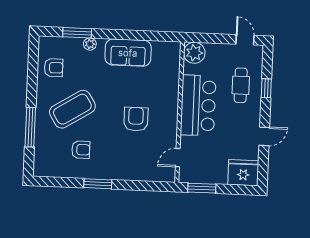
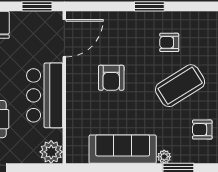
sofa: (128, 53) -> (123, 149), width x1.36
door: (178, 158) -> (64, 38), width x1.87

